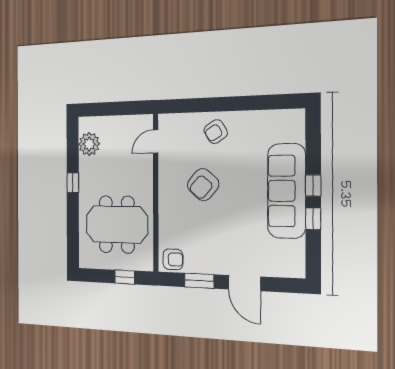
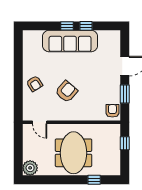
plant: (89, 144) -> (30, 168), moved
window: (73, 183) -> (94, 180), moved
armchair: (203, 185) -> (66, 91), turned -90
meeting table: (117, 224) -> (74, 153), moved

